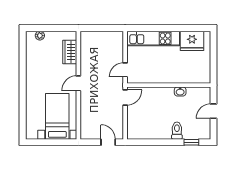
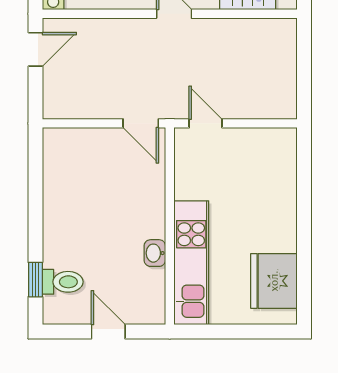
kitchen unit: (153, 38) -> (191, 263), moved, turned 180
toilet: (177, 131) -> (63, 282), moved
door: (108, 142) -> (35, 49), moved

